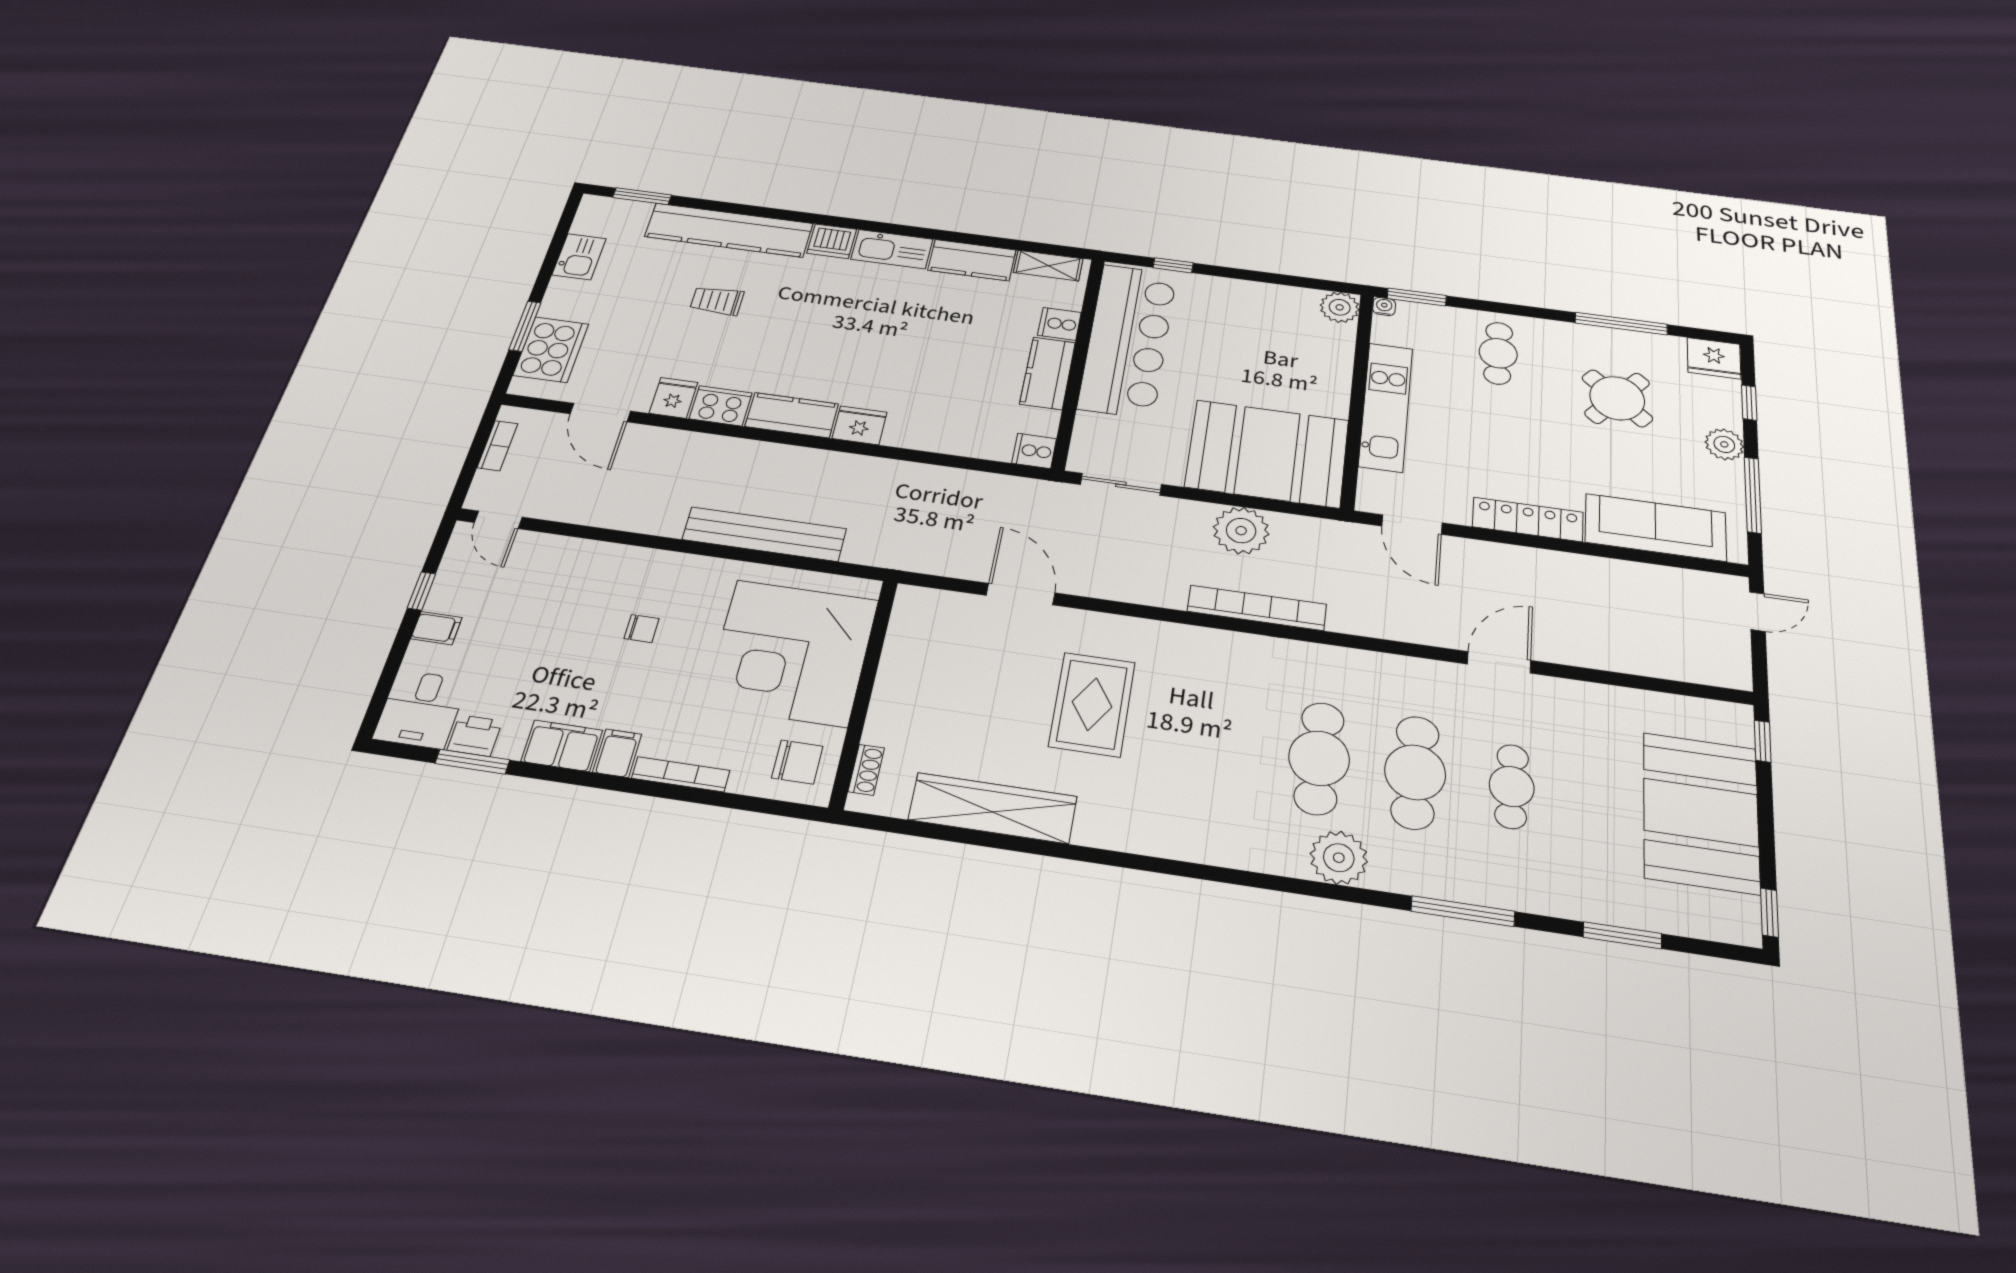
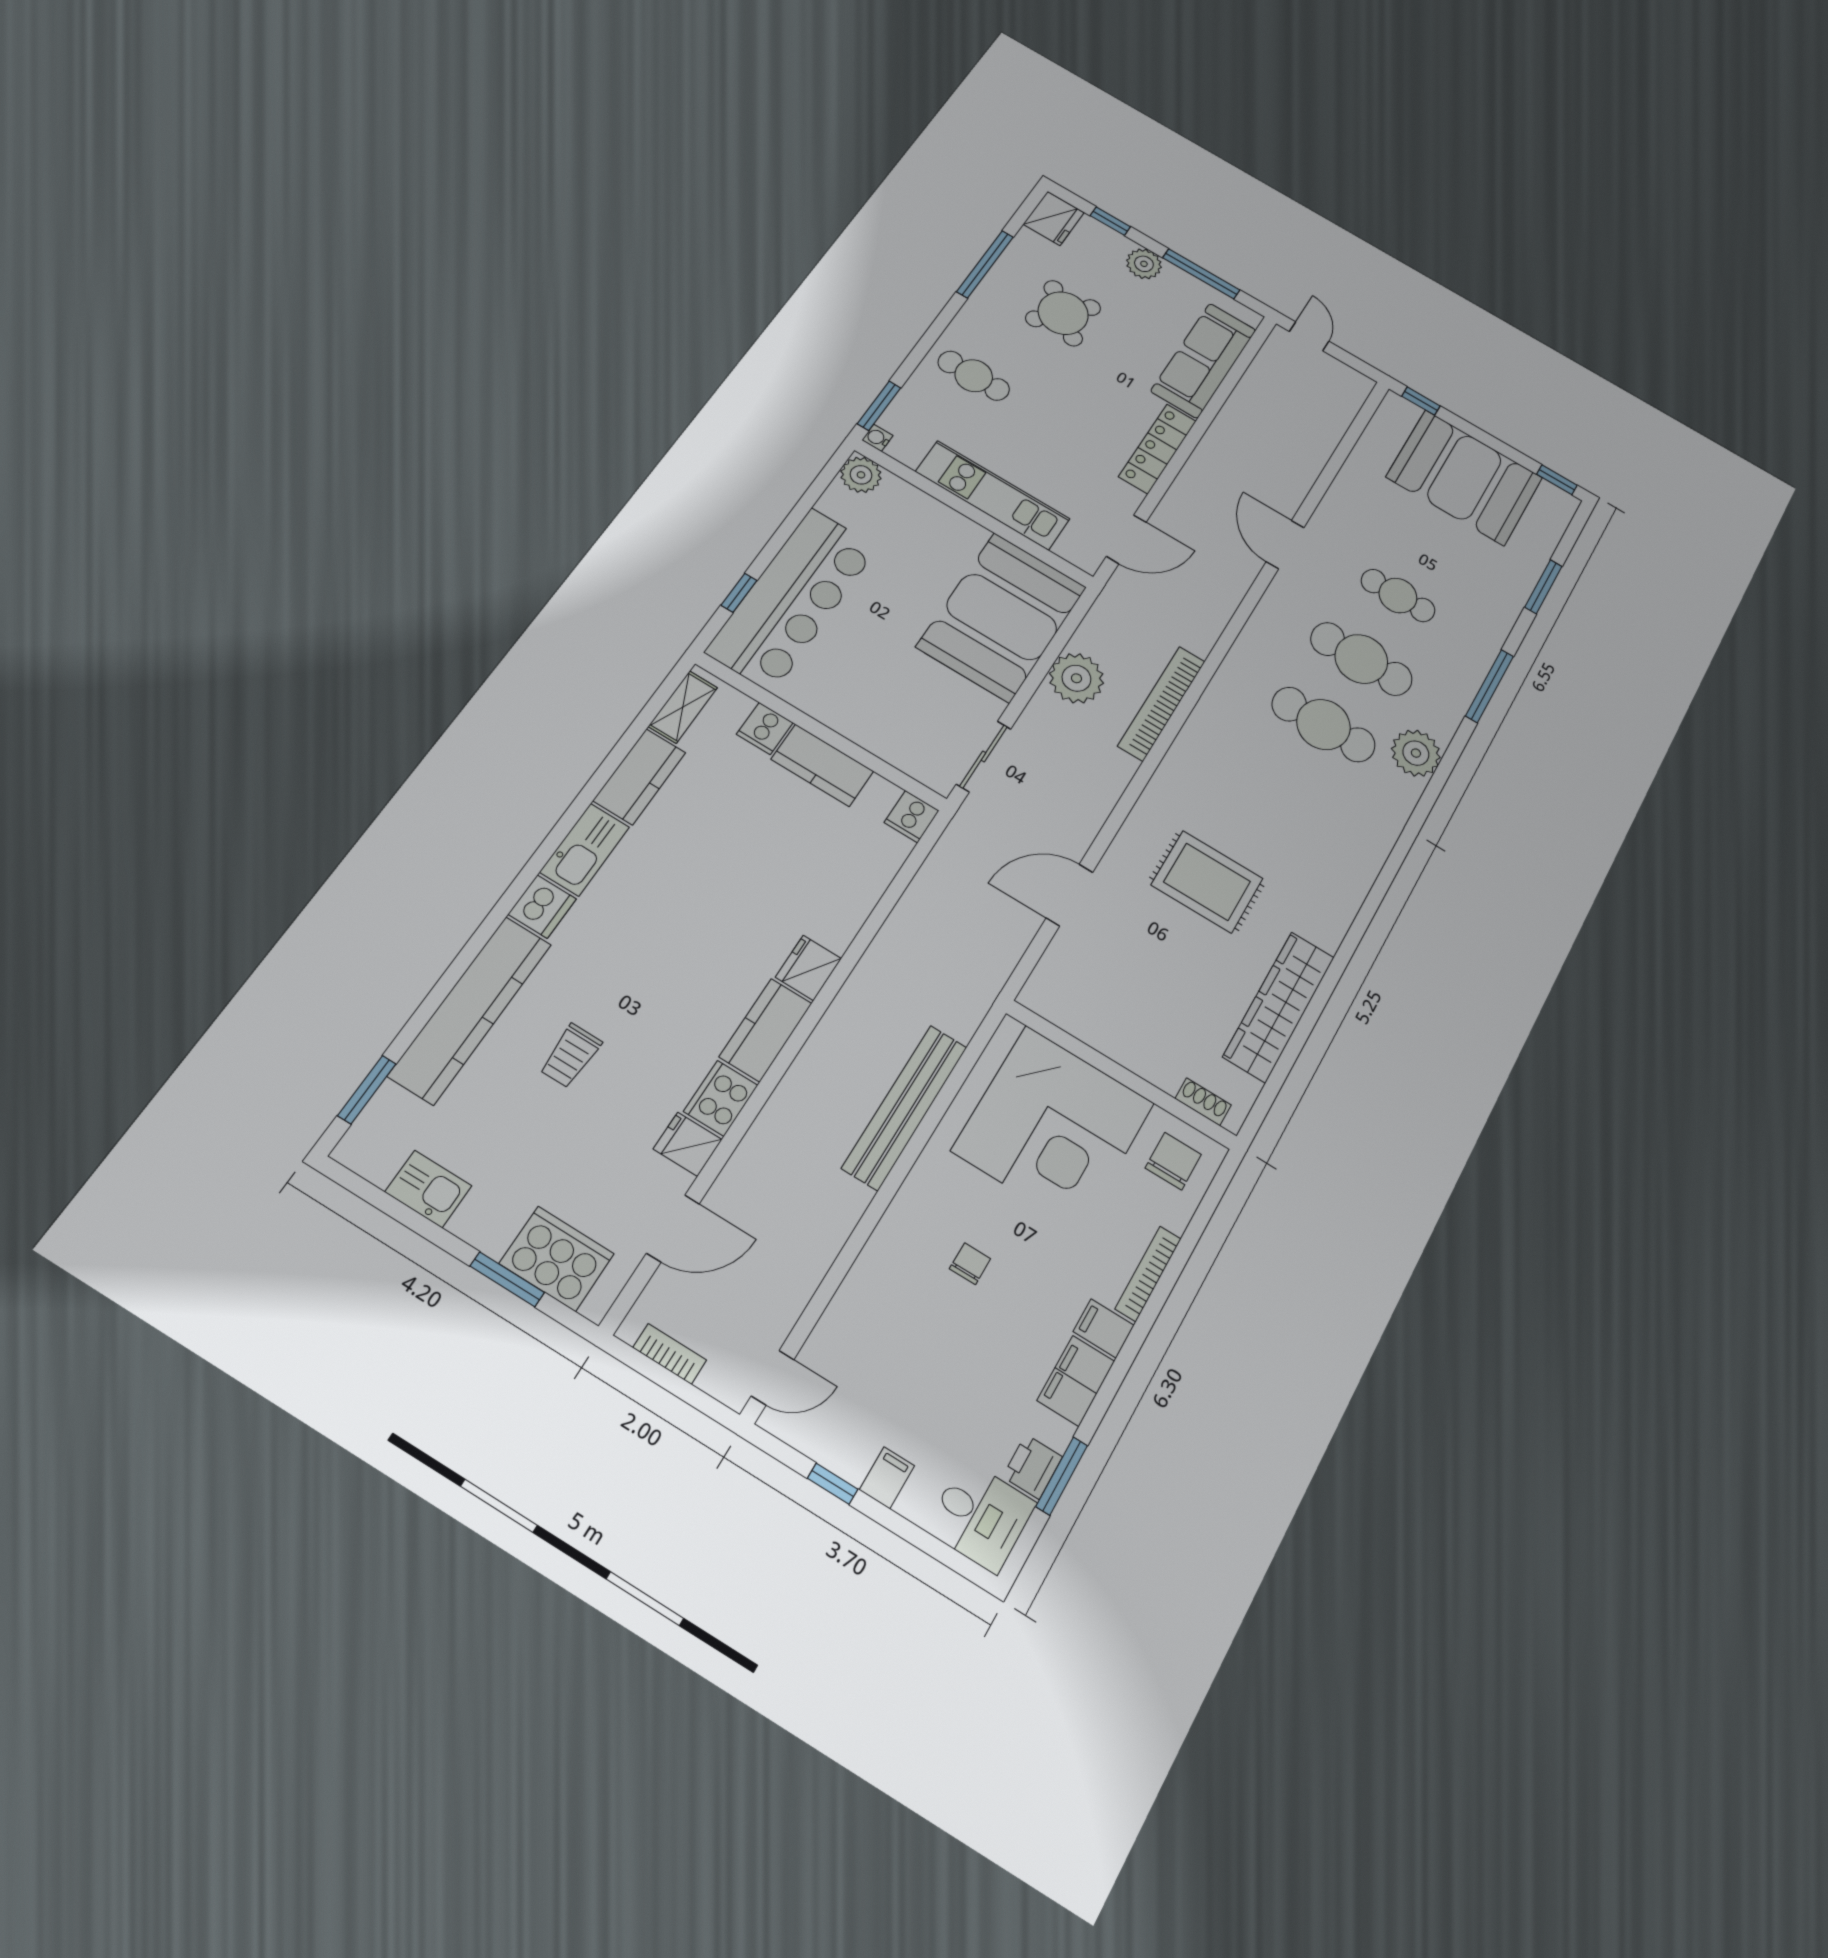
bar counter: (1128, 340) -> (792, 599), moved, turned 90

